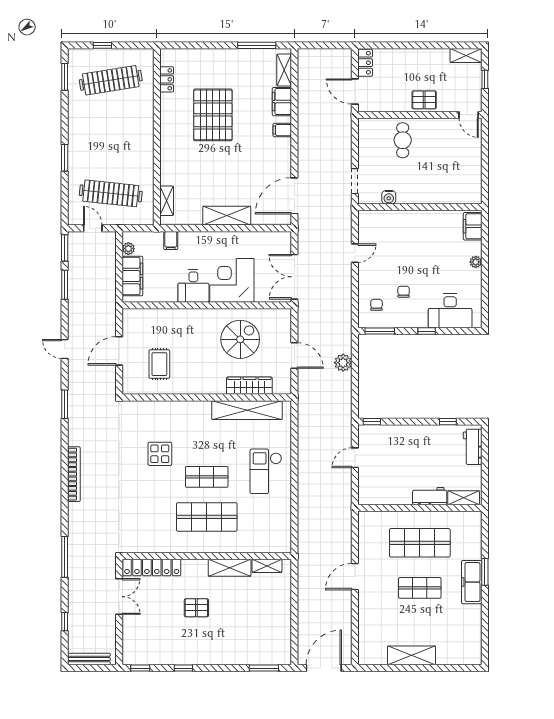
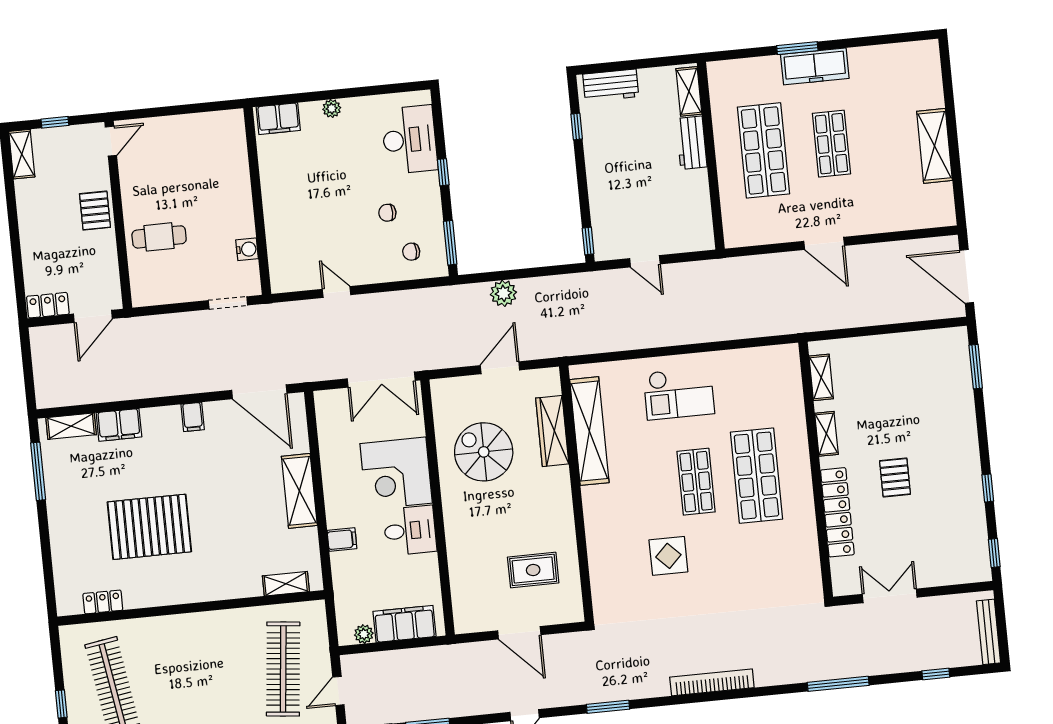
filing cabinet: (282, 130) -> (193, 417), moved
filing cabinet: (171, 240) -> (342, 540), moved
locker: (152, 568) -> (837, 512), moved
shelving: (230, 568) -> (826, 434), width x0.67, depth x0.75

